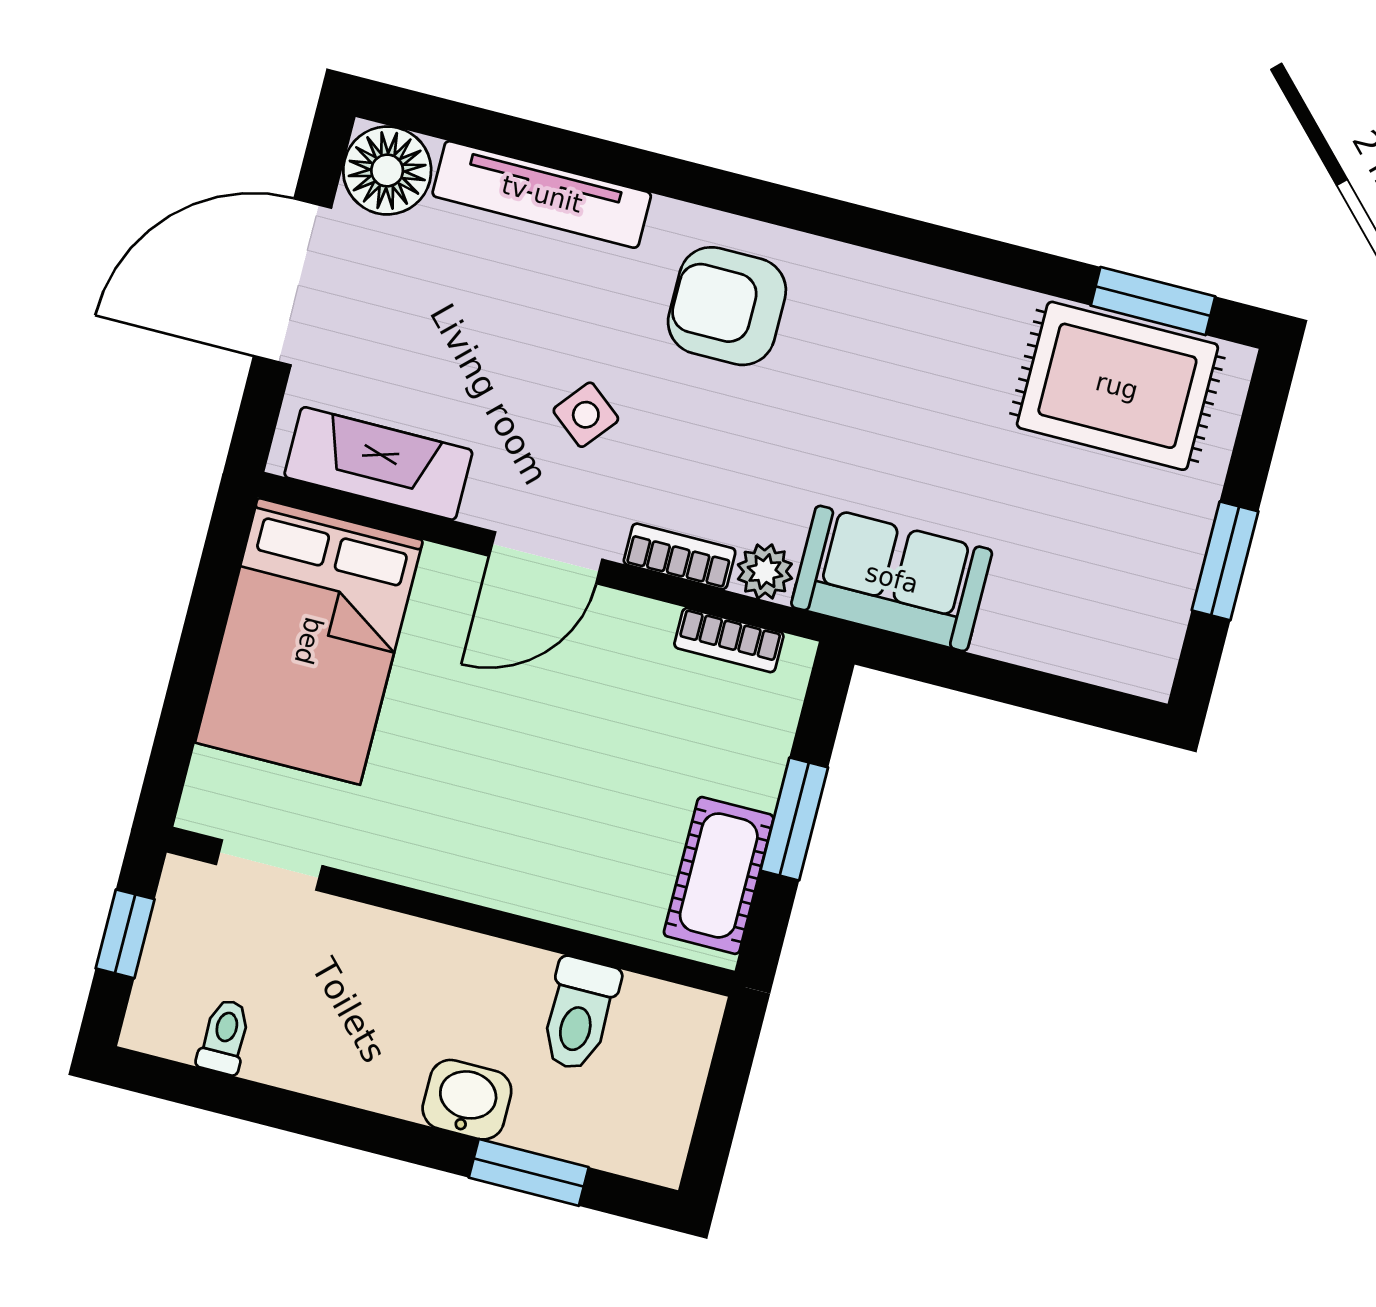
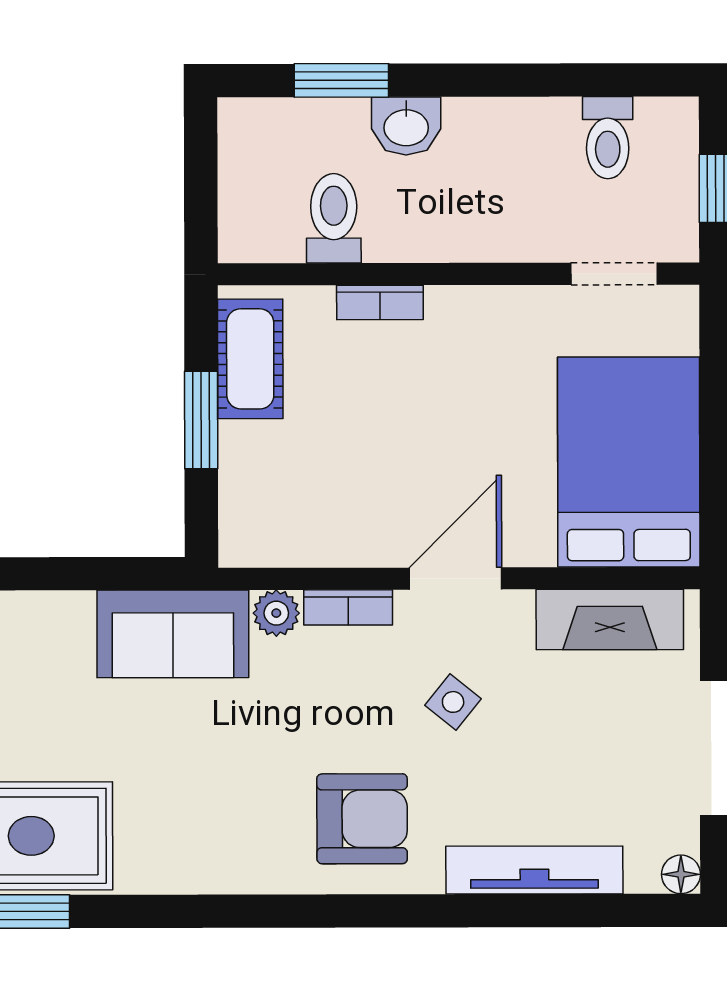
floor lamp: (387, 170) -> (681, 874), width x0.53, depth x0.53
bookcase: (729, 640) -> (380, 302), moved, turned 180
toilet: (224, 1037) -> (608, 138), width x1.37, depth x1.39

